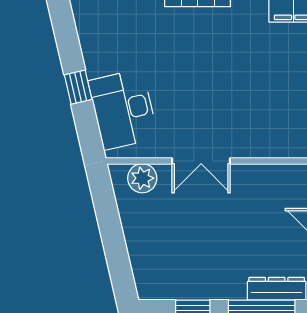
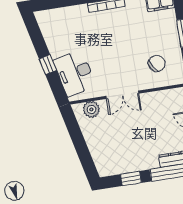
chair: (270, 115) -> (157, 63), added

